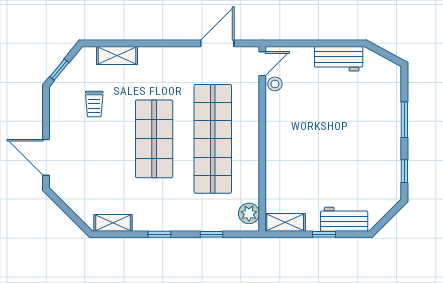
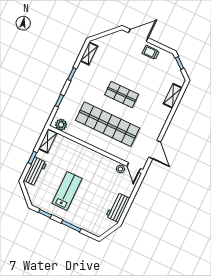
trolley: (94, 104) -> (151, 52), moved
shop shelf: (154, 139) -> (122, 95), width x0.70, depth x0.74
lab bench: (351, 153) -> (67, 191), added

